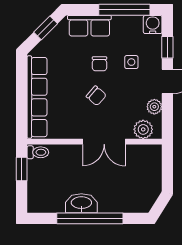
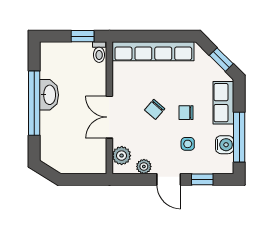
water cooler: (153, 25) -> (225, 145), moved

